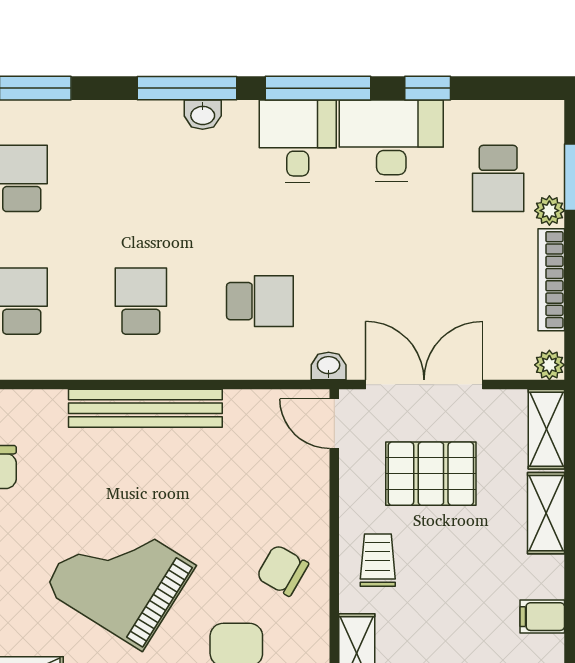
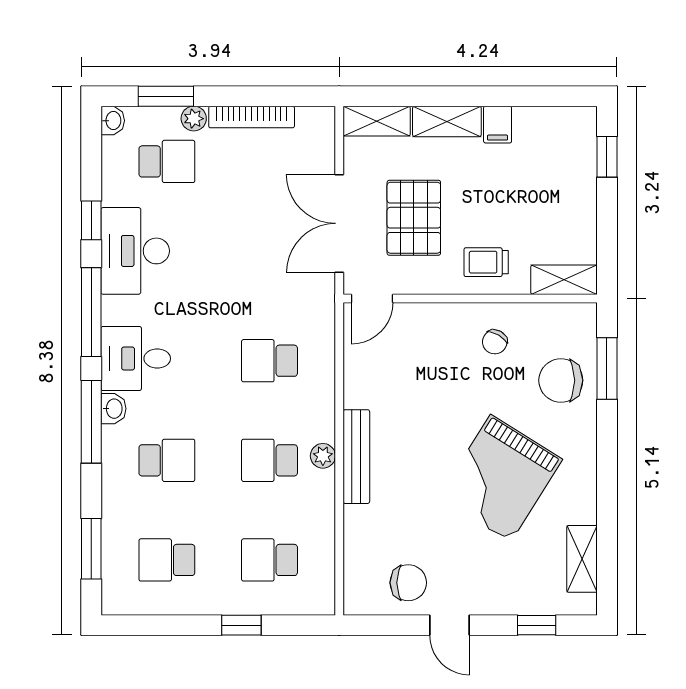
desk: (298, 141) -> (136, 359), moved
school desk: (141, 178) -> (167, 460), added
school desk: (260, 301) -> (270, 361), turned -90
plant: (549, 365) -> (323, 456), moved
washbasin: (329, 366) -> (113, 121), moved, turned 180
bench: (145, 408) -> (356, 457), width x0.73, depth x0.82
chair: (282, 570) -> (495, 342), width x0.73, depth x0.73
filing cabinet: (542, 617) -> (498, 125), moved

